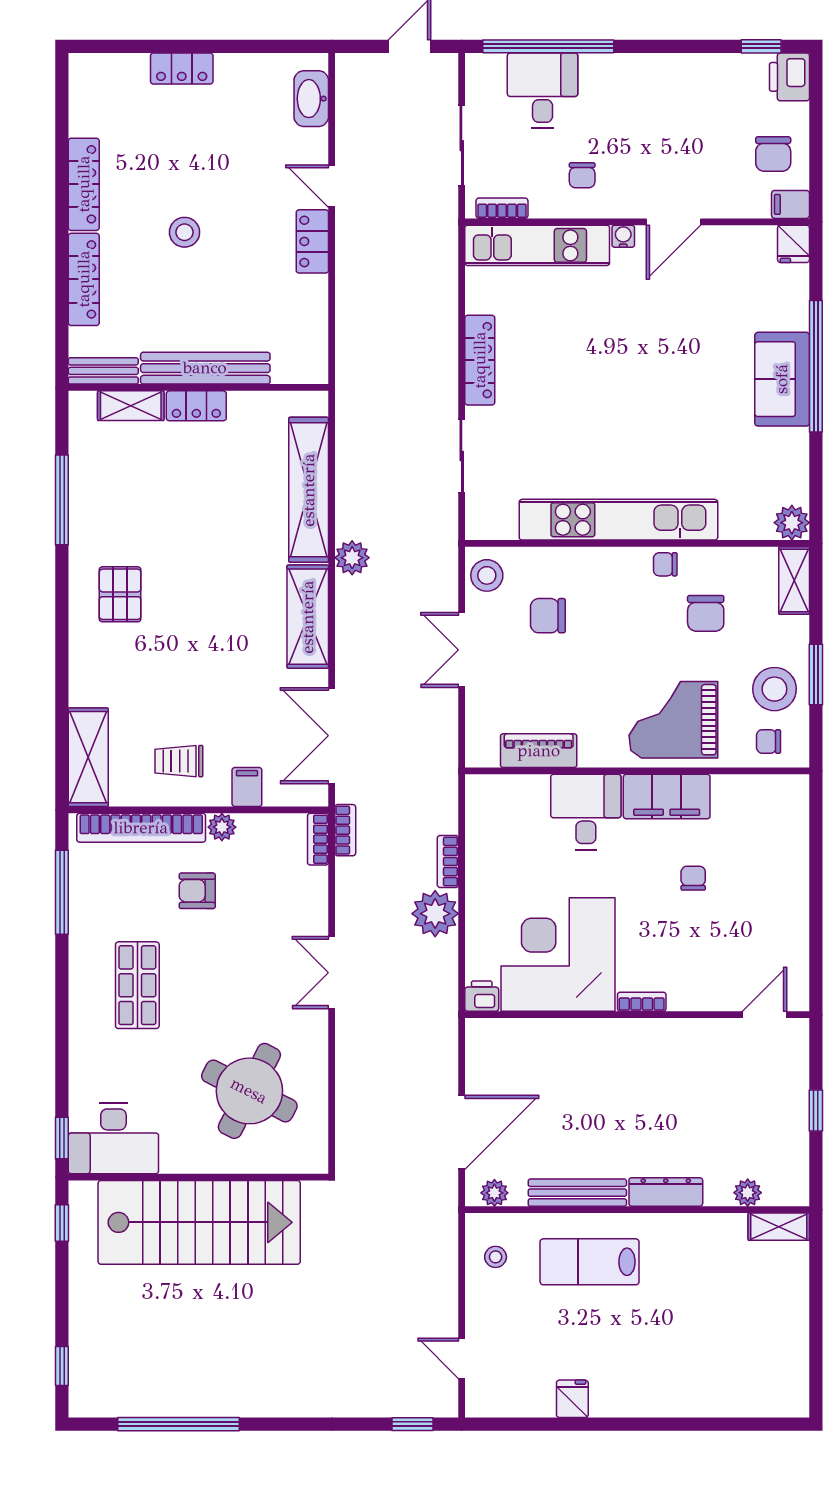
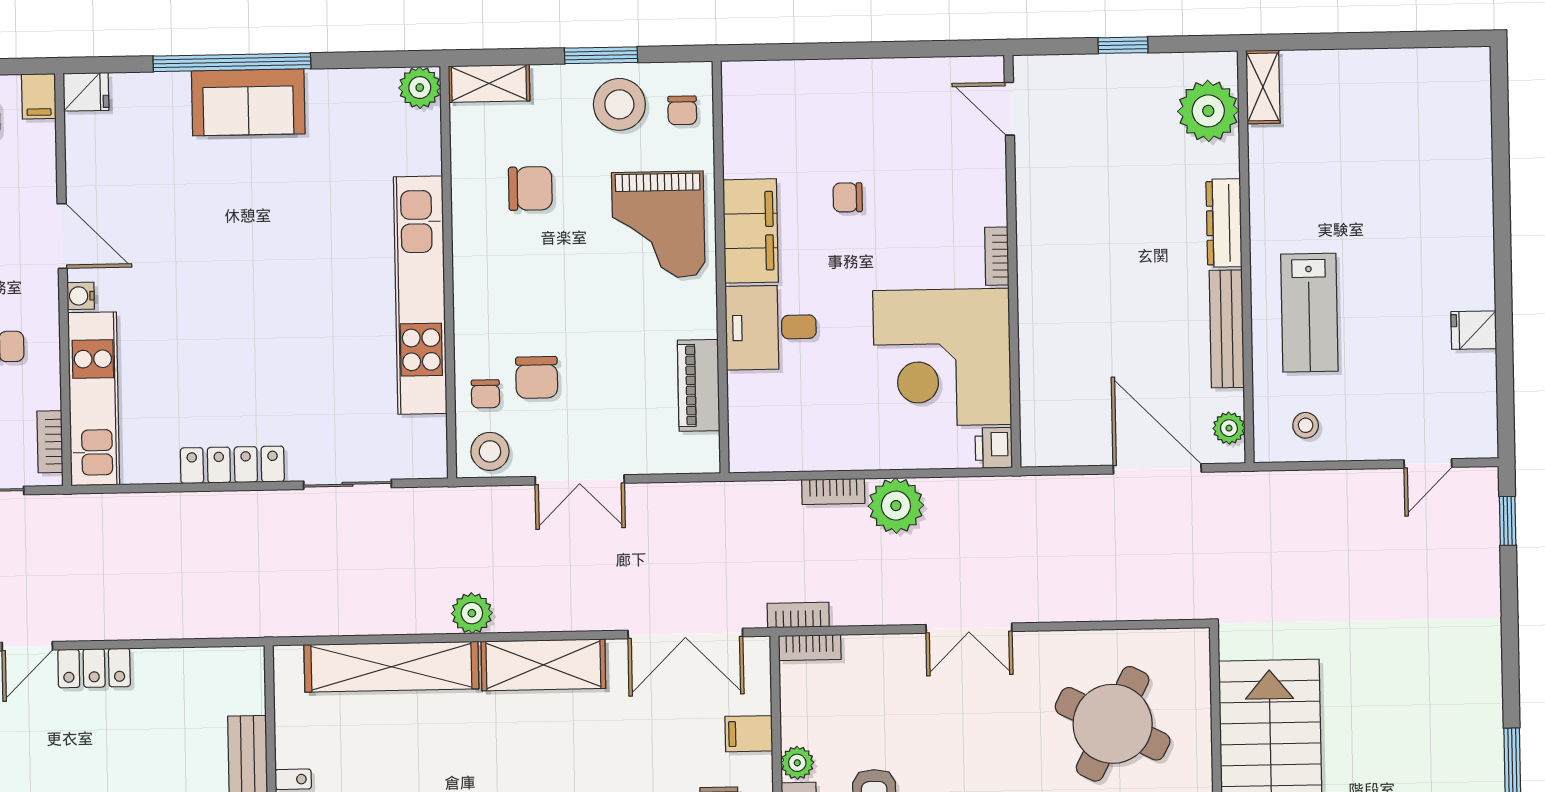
chair: (665, 564) -> (485, 394), moved
plant: (748, 1193) -> (1208, 111), width x1.88, depth x1.88

